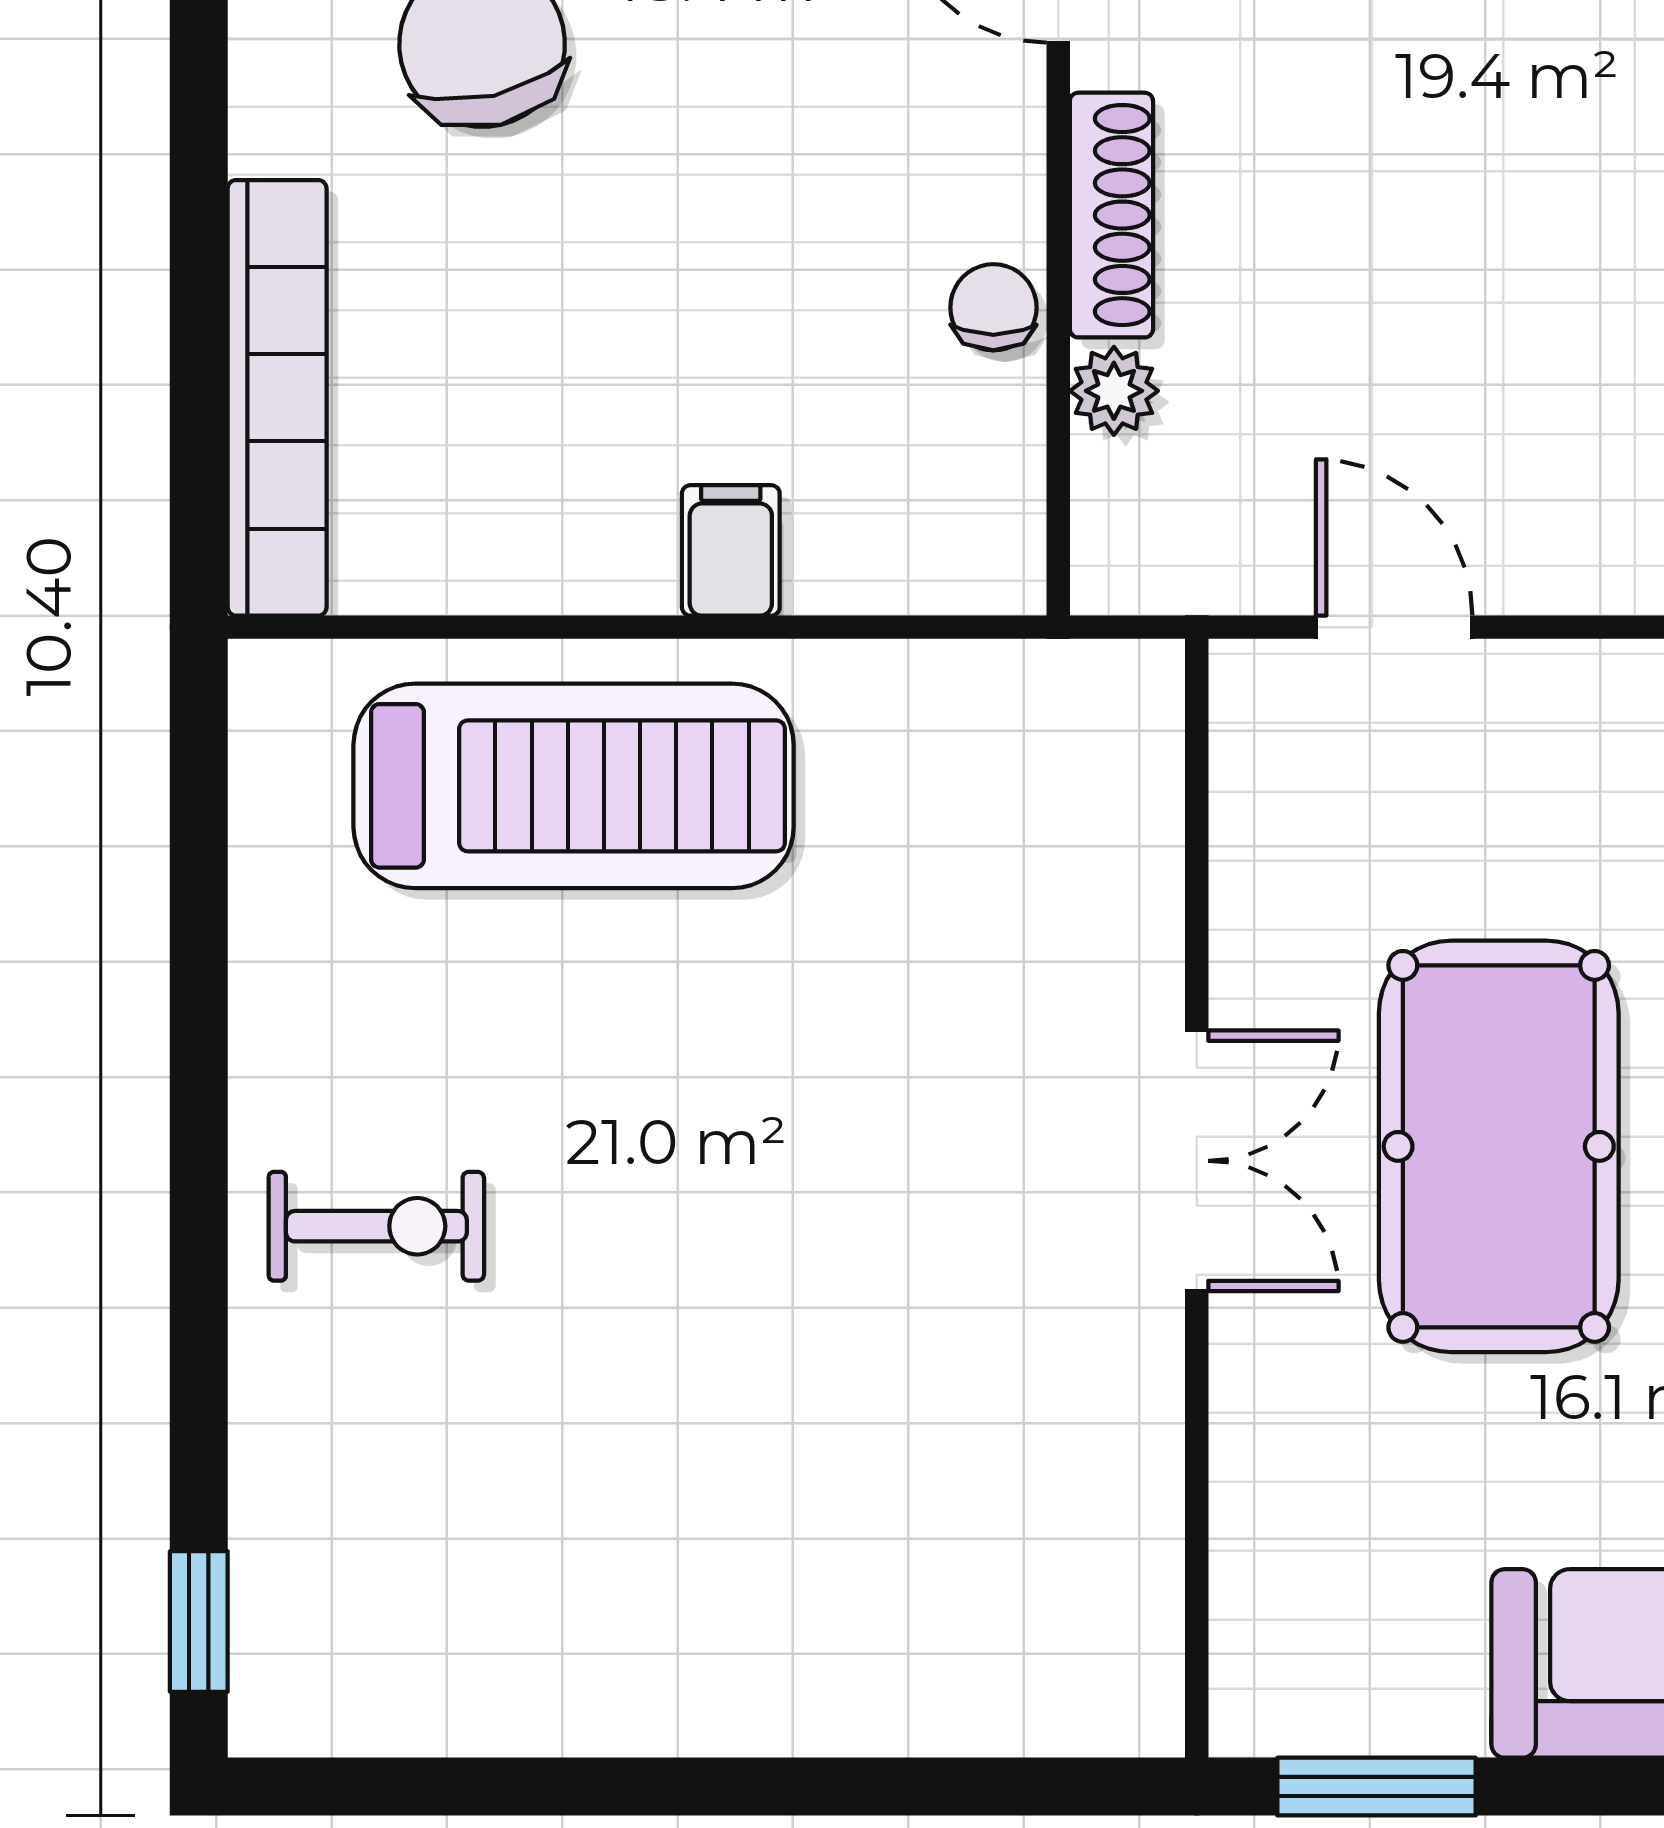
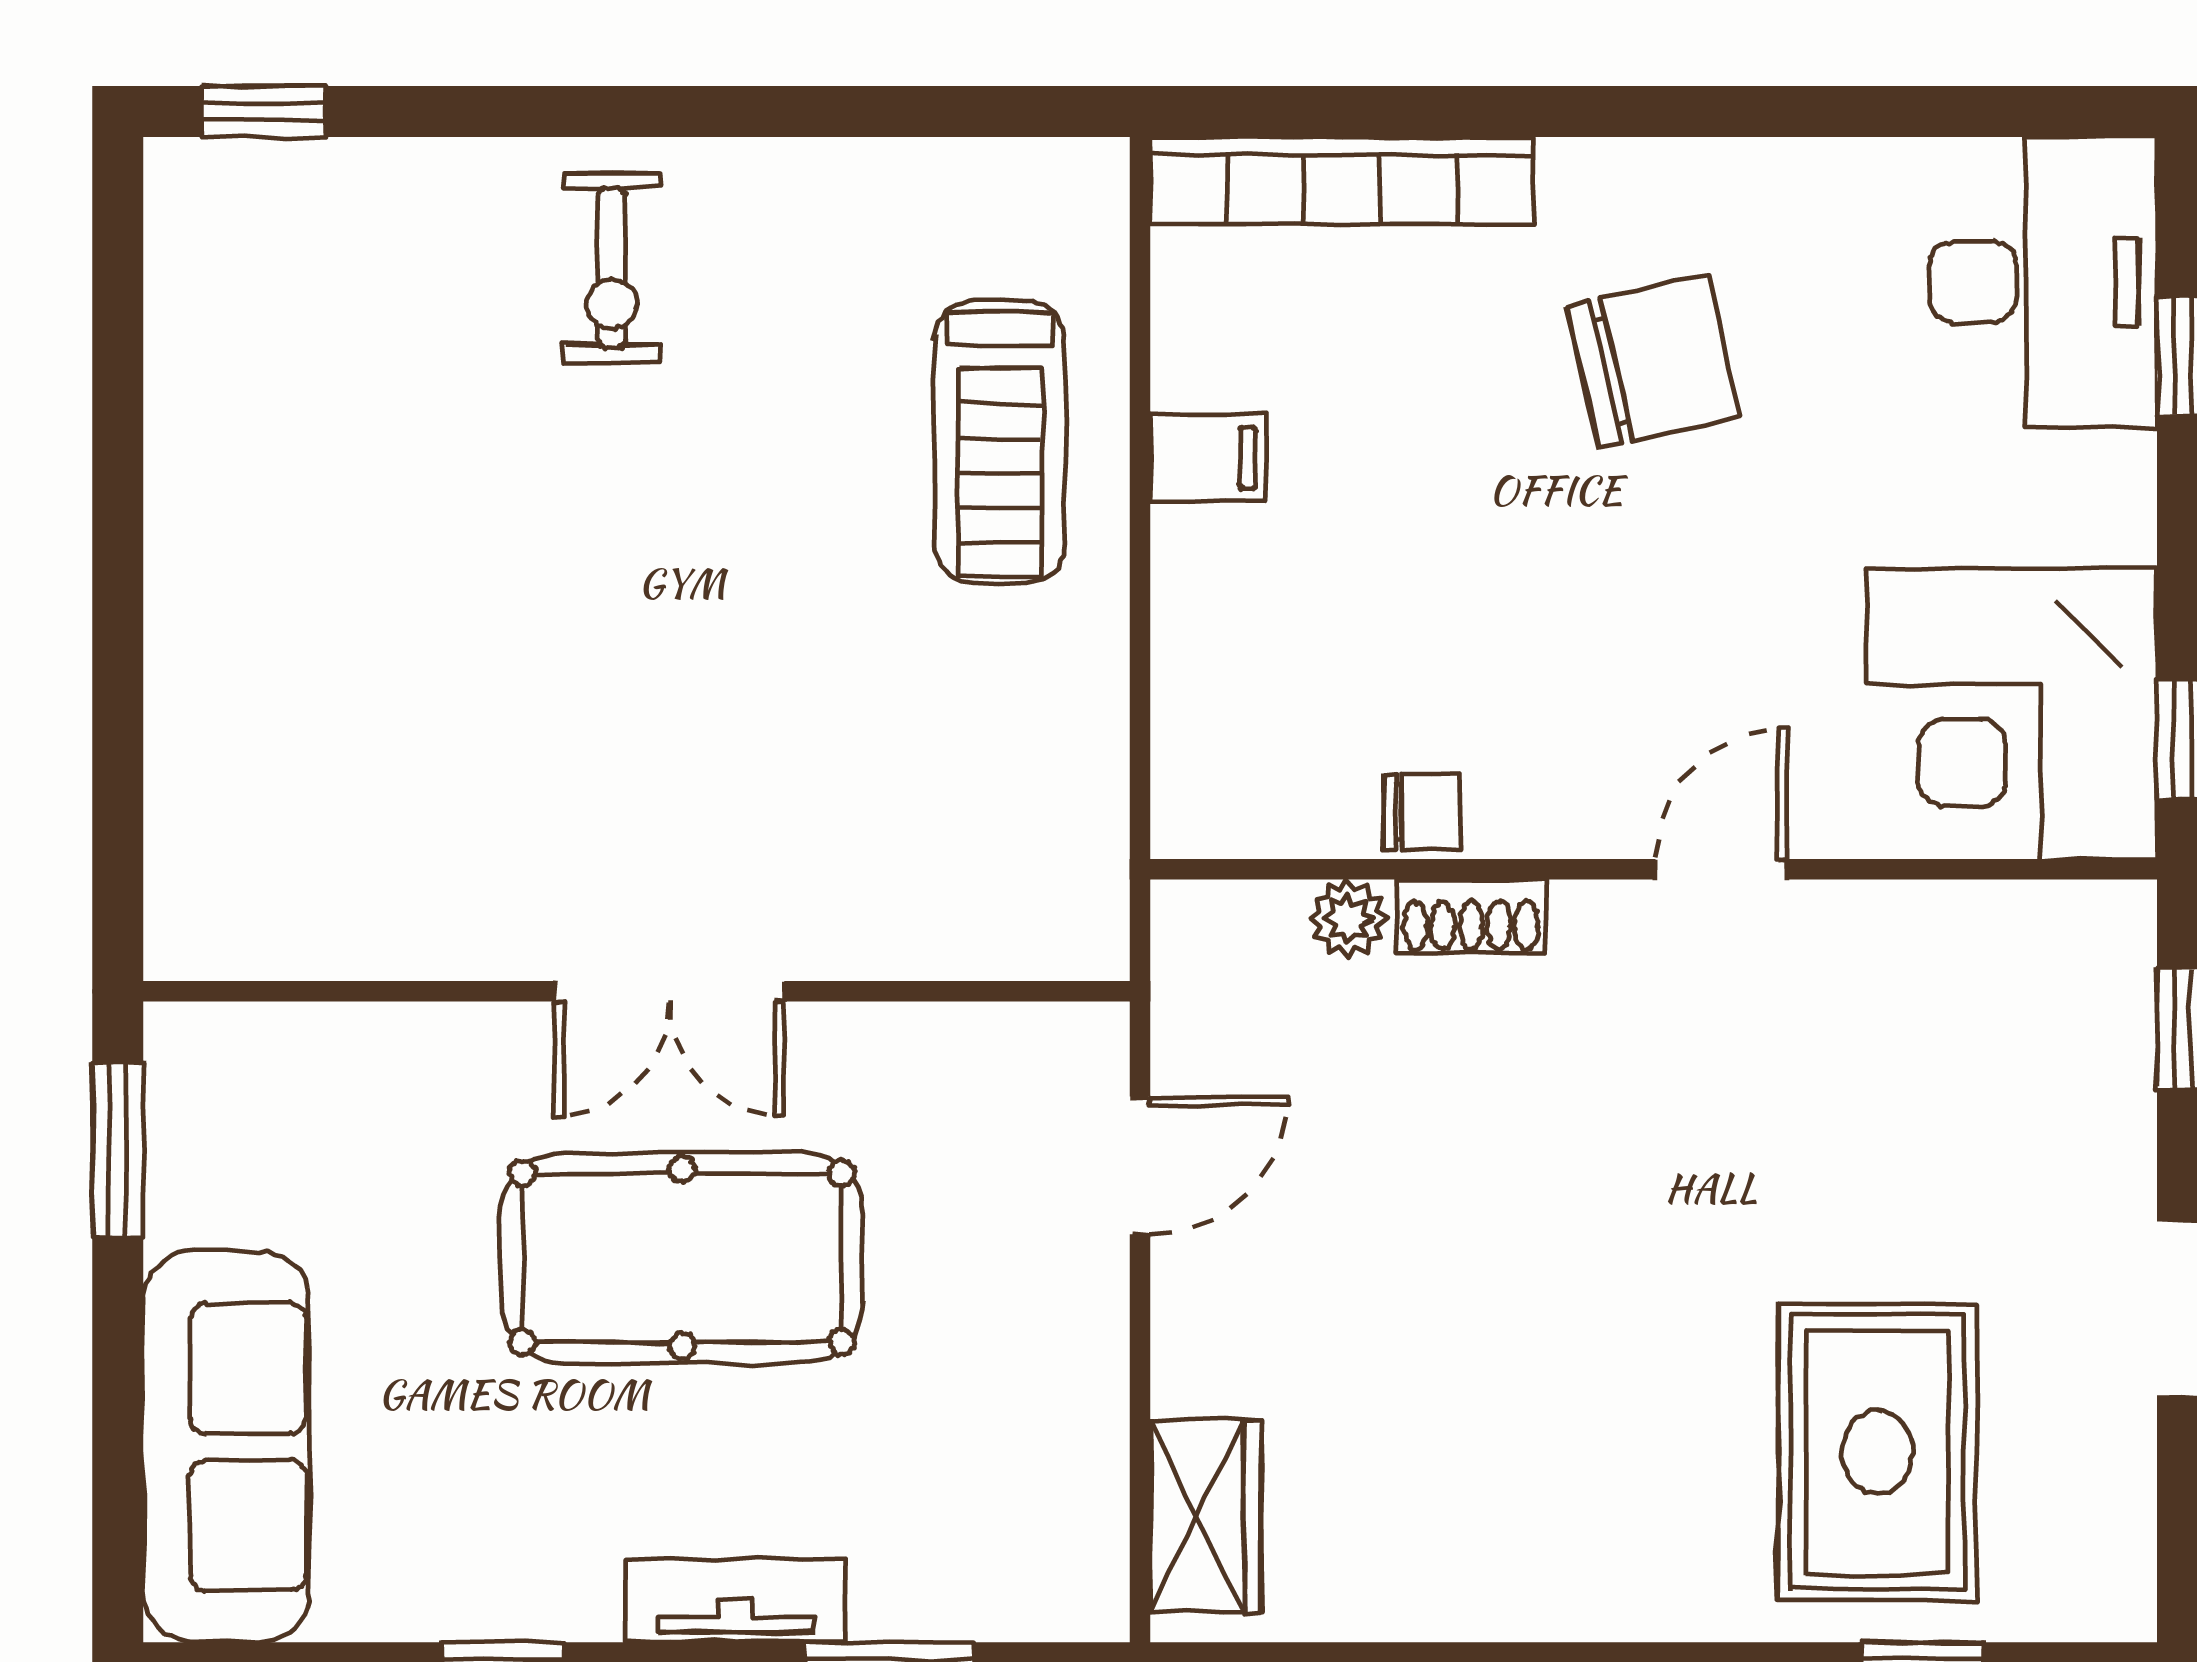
shoe rack: (1111, 215) -> (1471, 916), width x0.70
filing cabinet: (731, 550) -> (1208, 458), moved
treadmill: (574, 786) -> (1000, 442), width x0.73, depth x0.73

